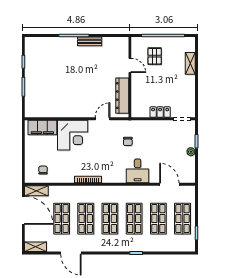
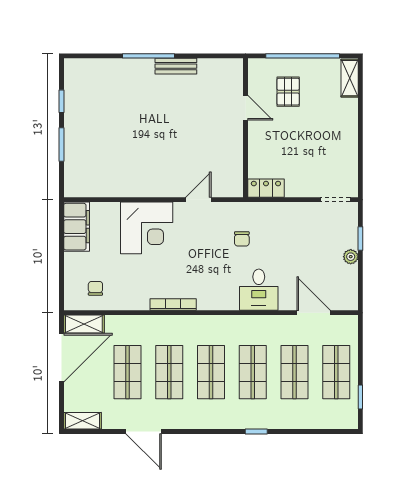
shelving: (190, 63) -> (350, 78), moved
dresser: (122, 96) -> (232, 160), removed
locker: (160, 112) -> (266, 188), moved
filing cabinet: (42, 127) -> (77, 227), moved, turned -90
door: (23, 210) -> (62, 358), hinge flipped

